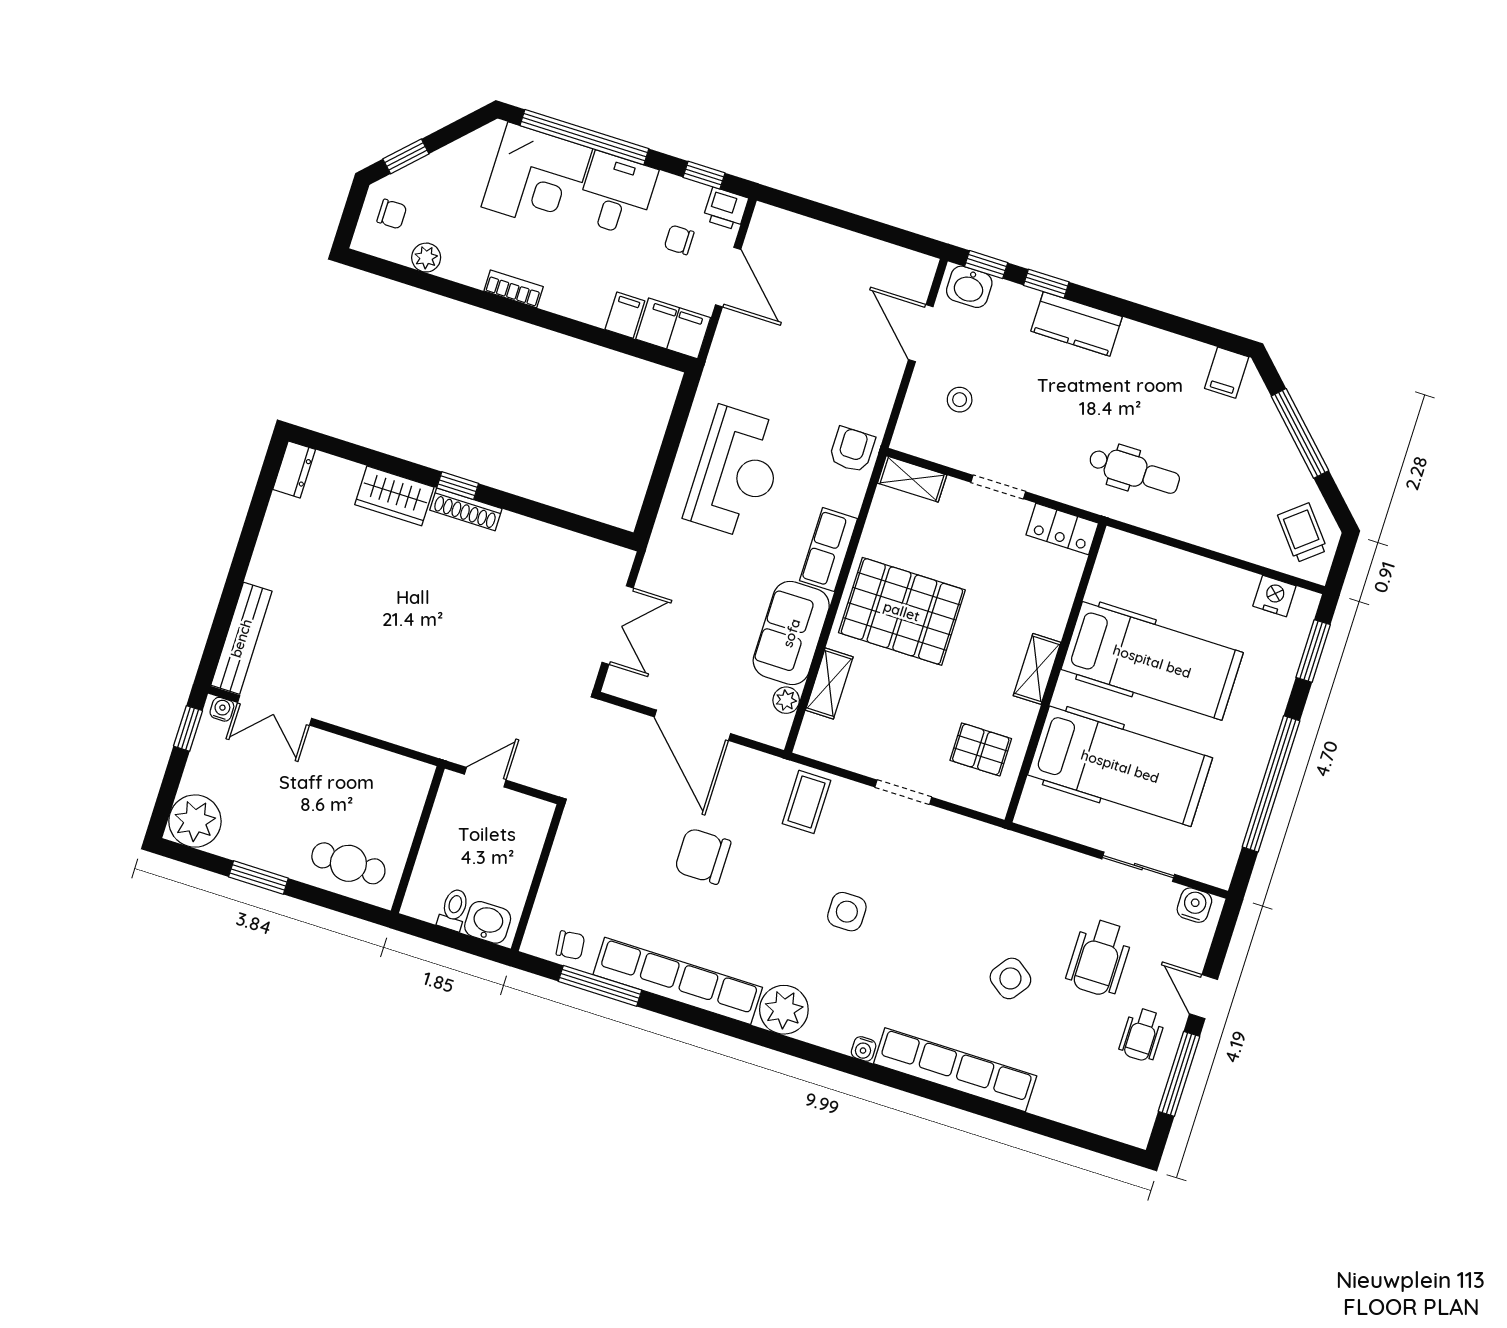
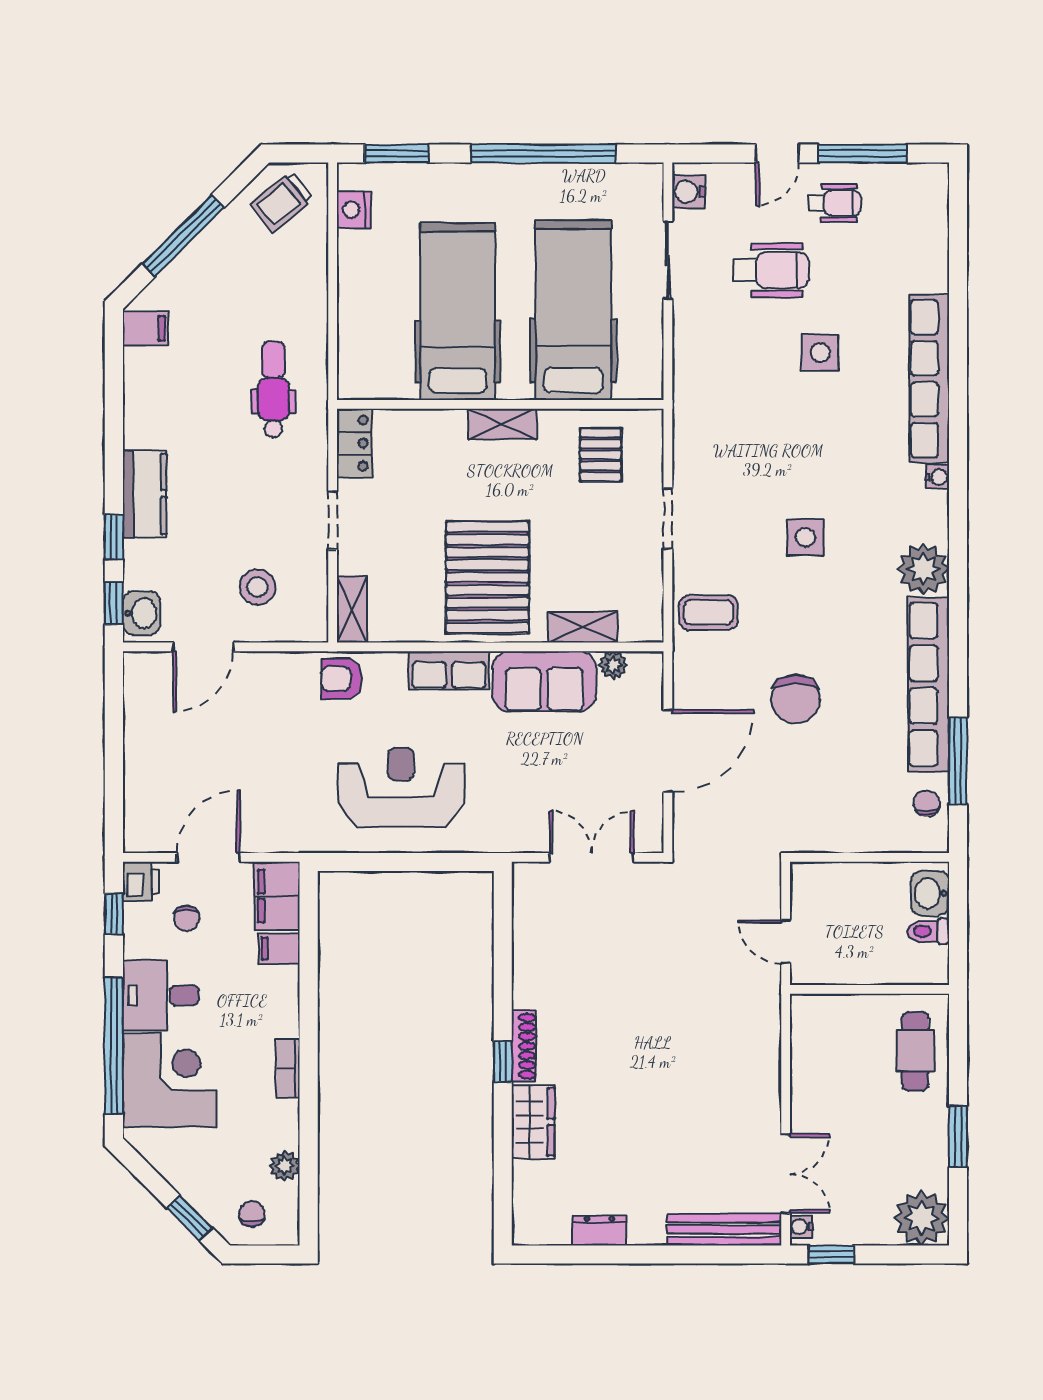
stool: (960, 400) -> (257, 587), width x1.37, depth x1.37
dresser: (294, 469) -> (599, 1230), moved
side table: (1010, 978) -> (820, 352), turned -36

